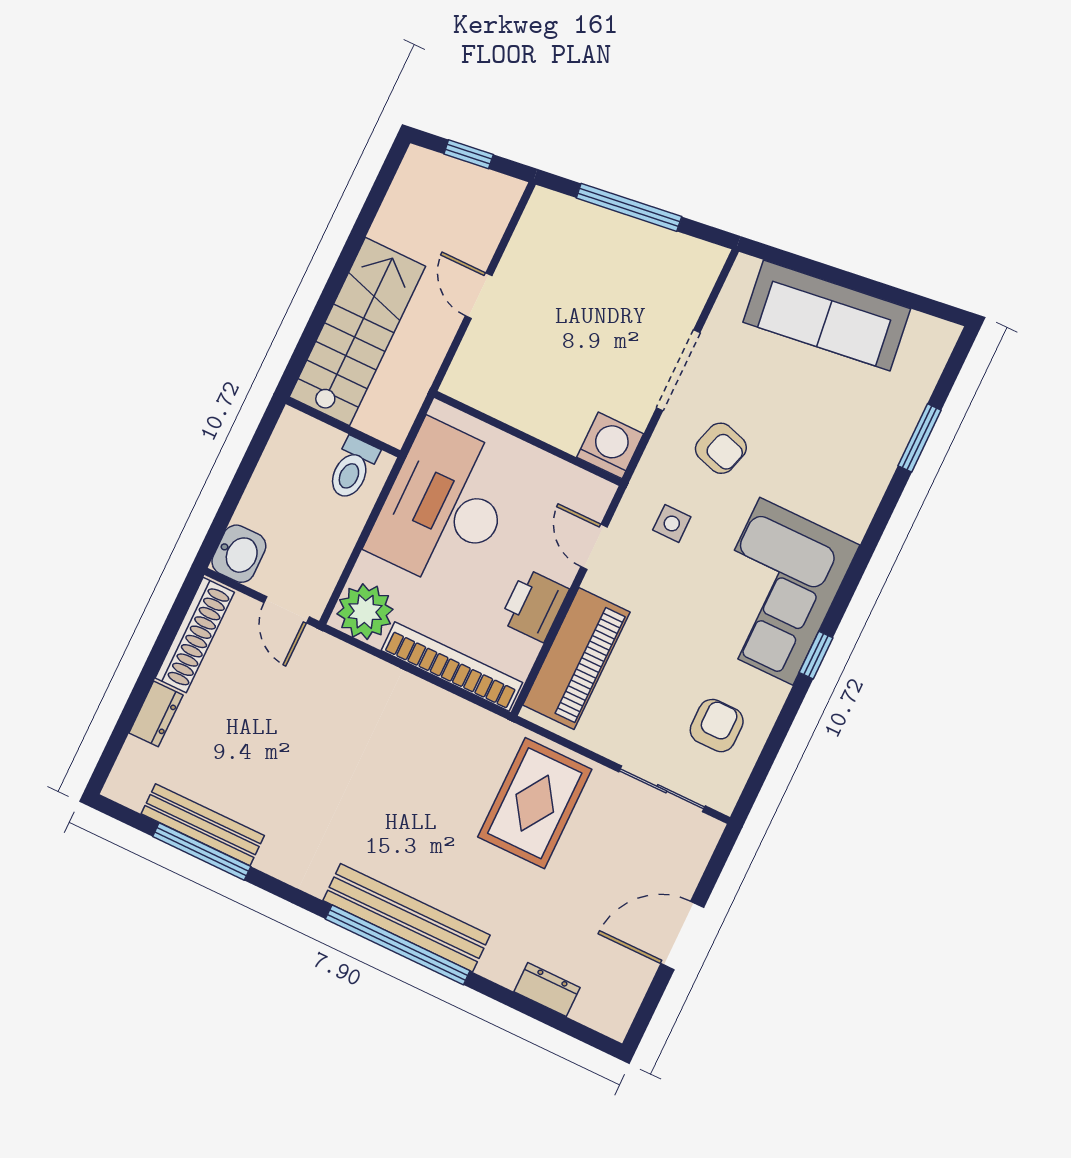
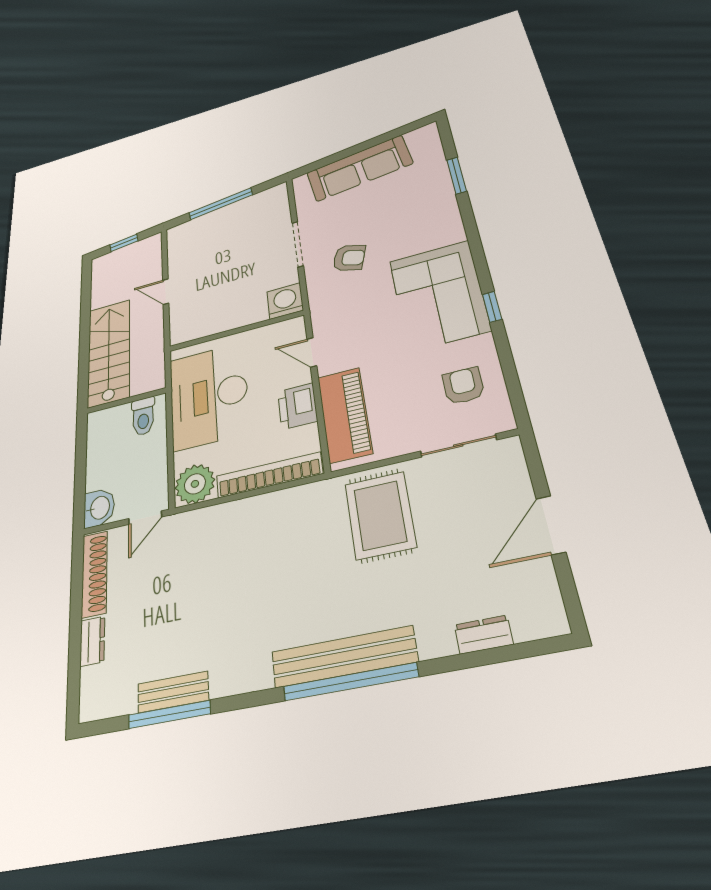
side table: (672, 523) -> (349, 309), removed
door: (287, 610) -> (145, 518), hinge flipped
bench: (203, 825) -> (173, 692), width x0.73

